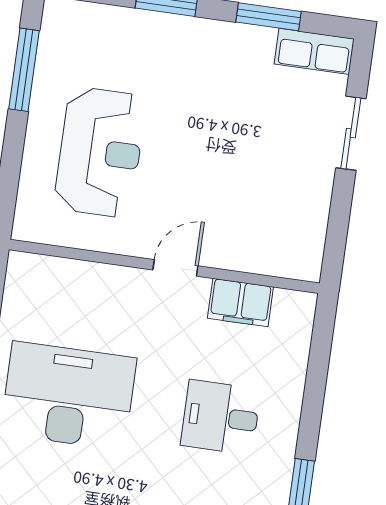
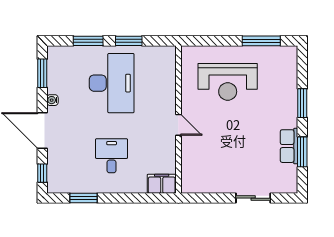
row of seats: (314, 51) -> (289, 146), moved
filing cabinet: (240, 303) -> (162, 184), moved, turned 90

